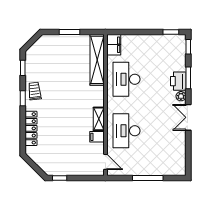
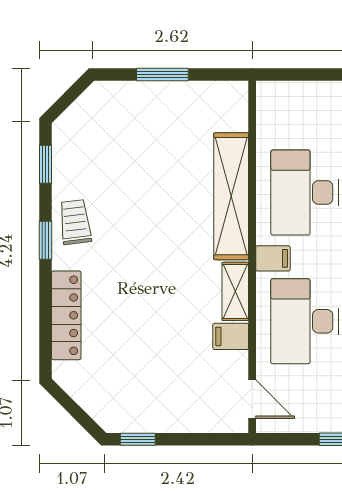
filing cabinet: (114, 45) -> (273, 258), moved, width x0.50
shelving: (97, 60) -> (231, 196), moved

